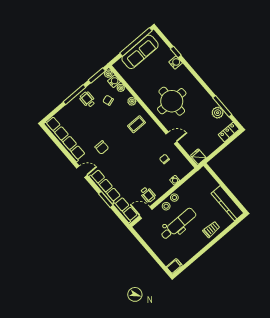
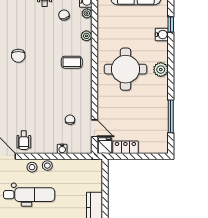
plant: (218, 113) -> (161, 70), moved
locker: (229, 132) -> (125, 147), moved
door: (171, 138) -> (94, 128), moved

